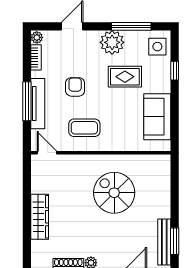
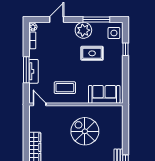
armchair: (75, 87) -> (59, 60), removed
tv unit: (38, 104) -> (33, 71), width x0.71
sofa: (157, 117) -> (104, 94), moved, turned 90

